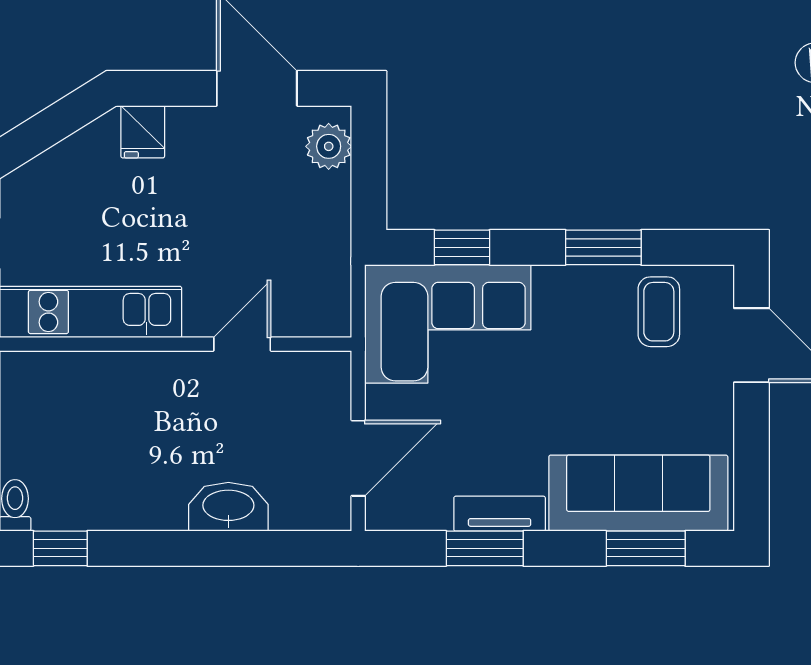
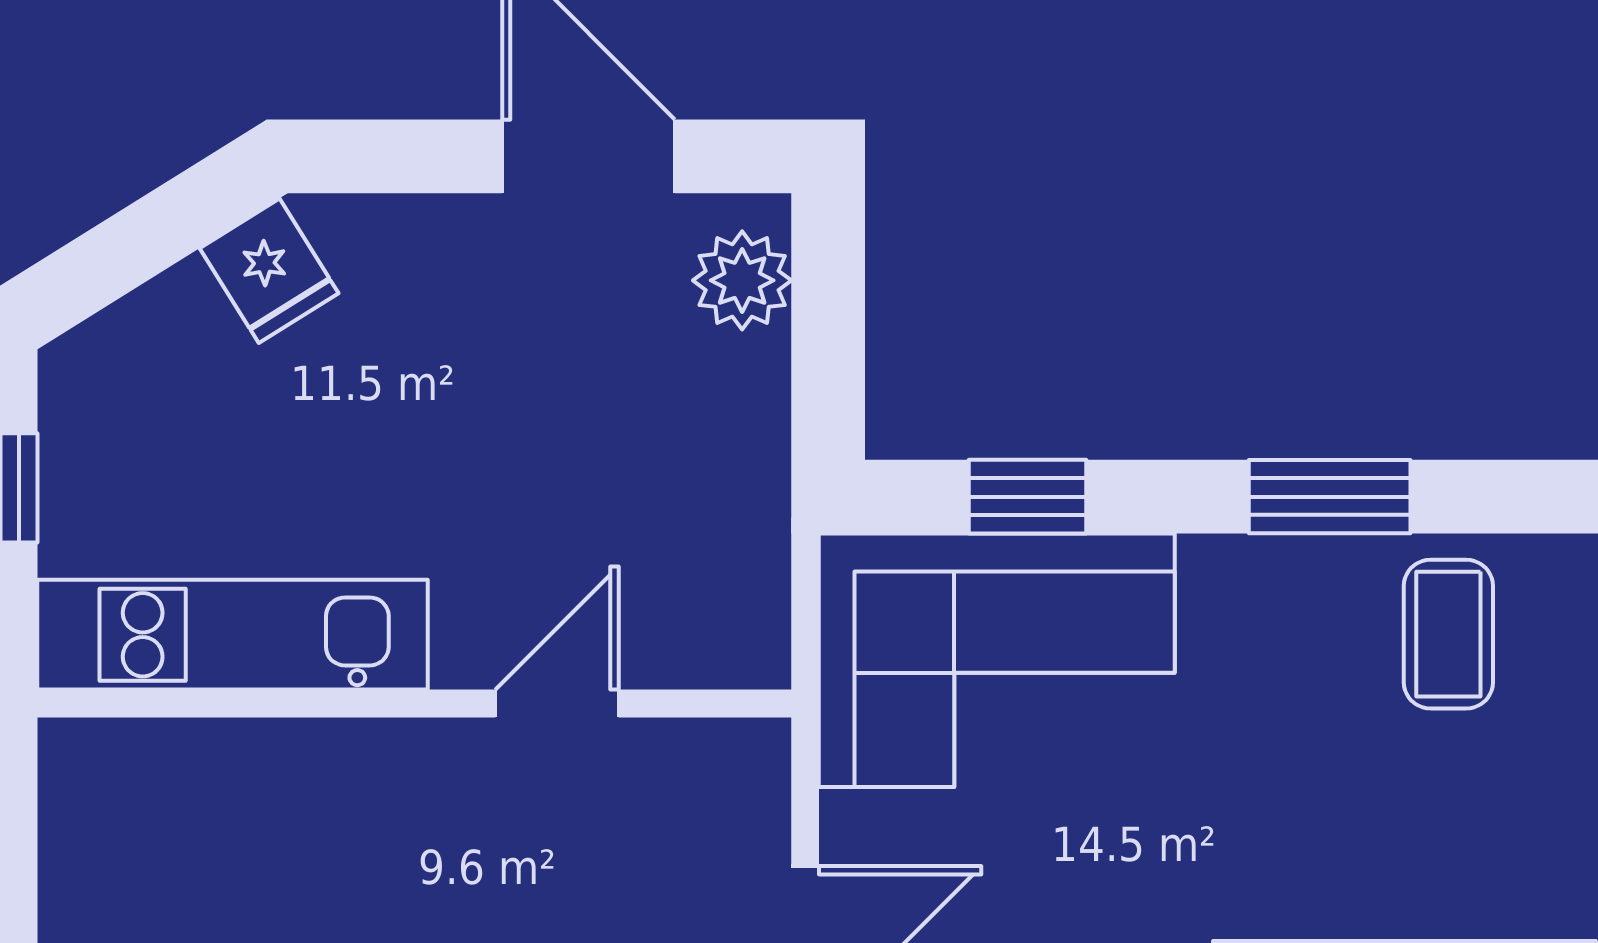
fridge: (143, 132) -> (269, 271), moved, turned -32

